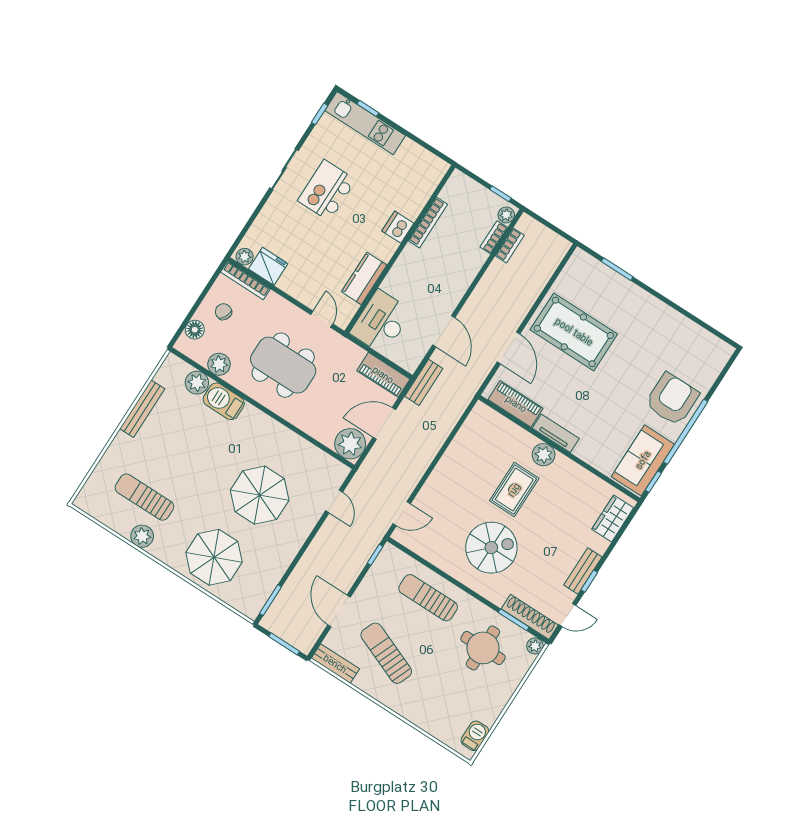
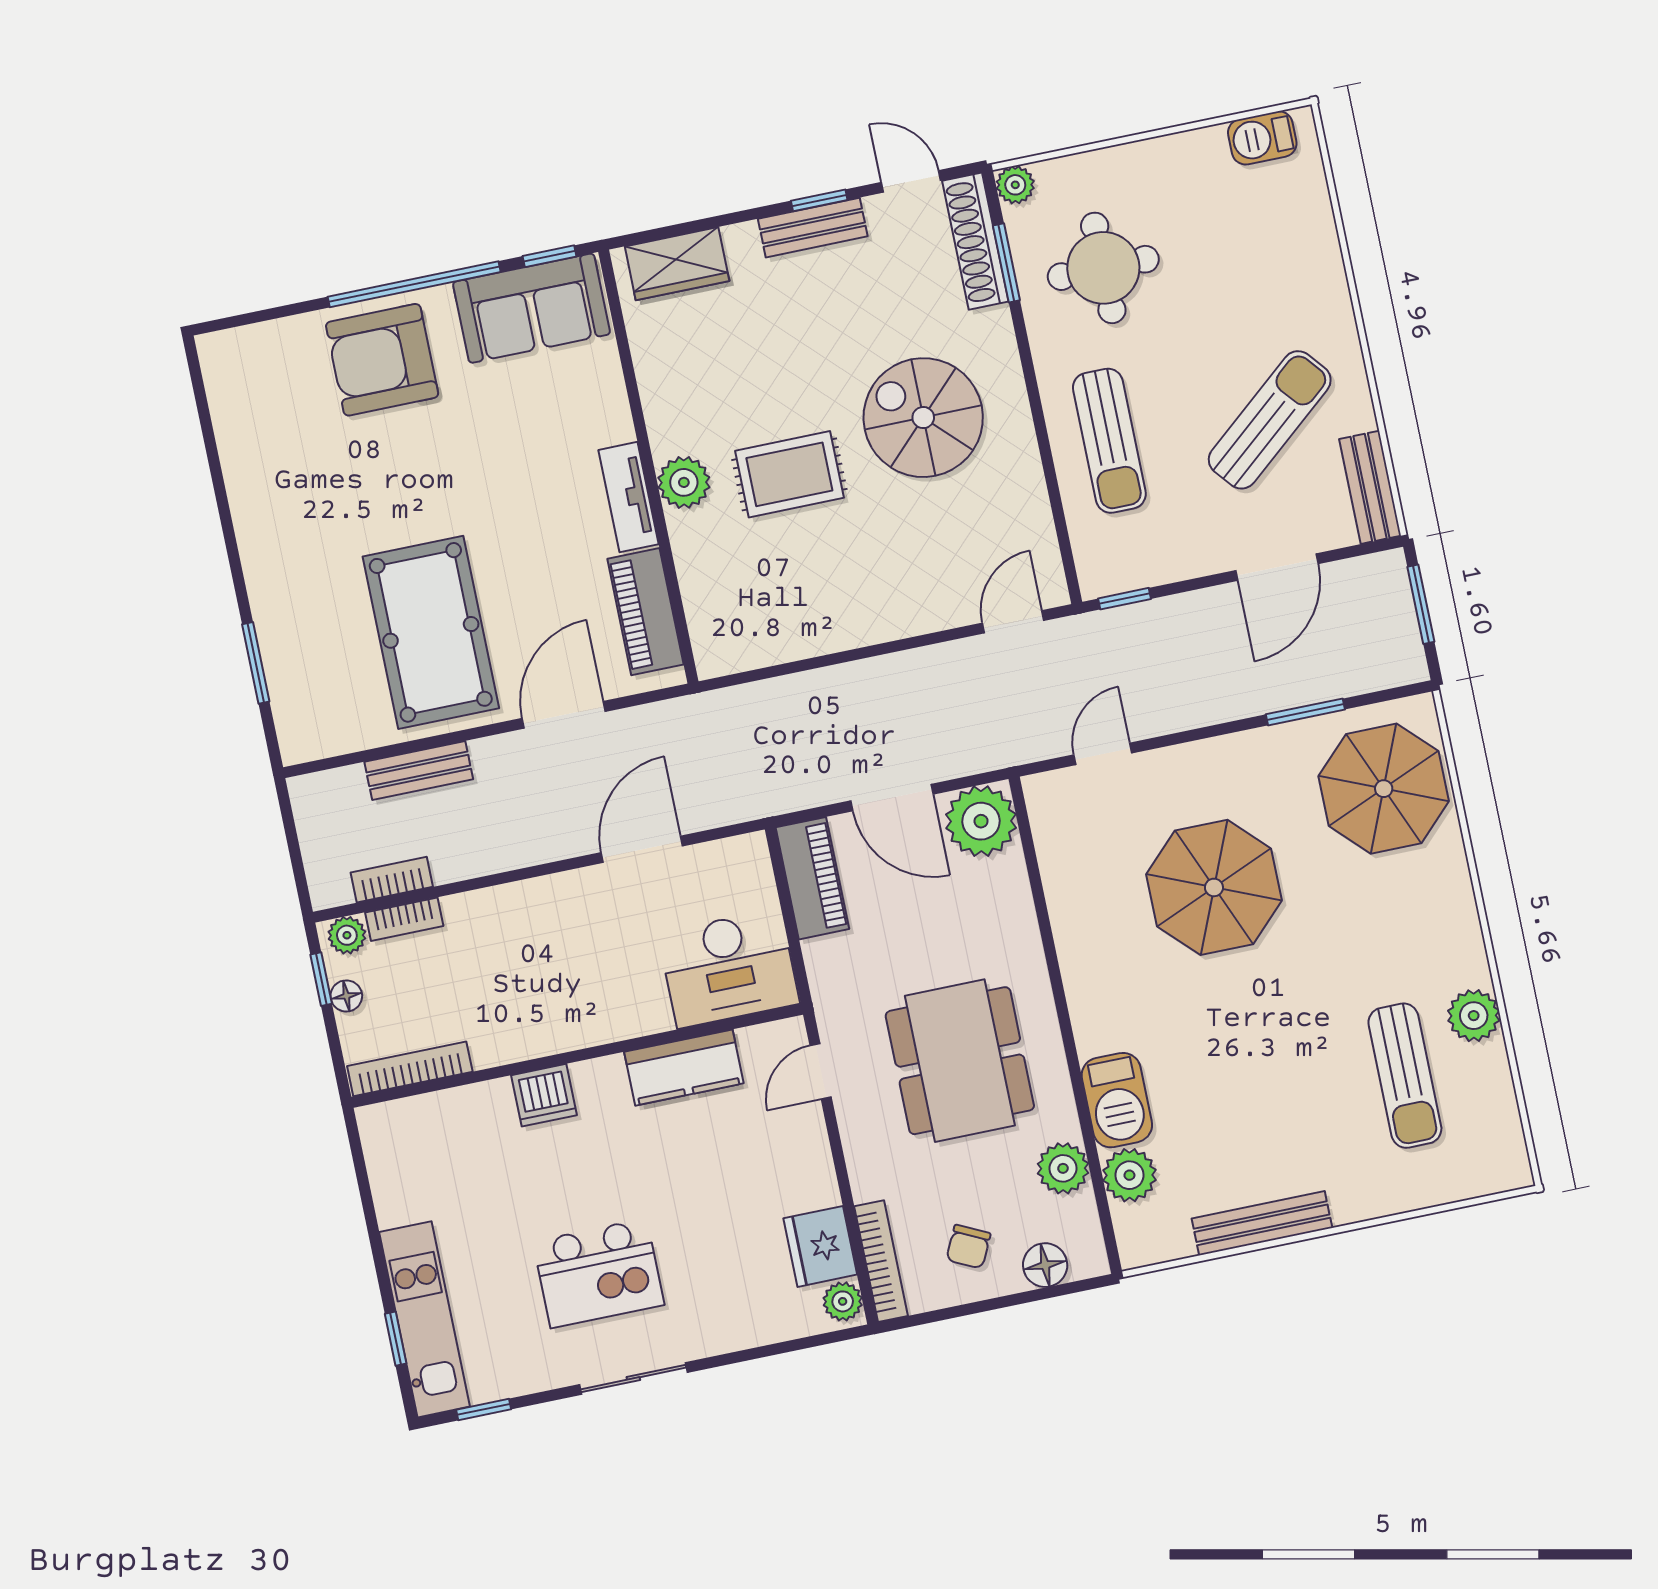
floor lamp: (488, 196) -> (346, 996), added
bookcase: (428, 222) -> (410, 1069), moved
bench: (424, 382) -> (419, 771), moved
door: (402, 514) -> (1013, 622), hinge flipped
parasol: (214, 557) -> (1384, 789), moved
window: (270, 600) -> (1305, 712), moved
sun lounger: (386, 653) -> (1270, 420), turned -152

